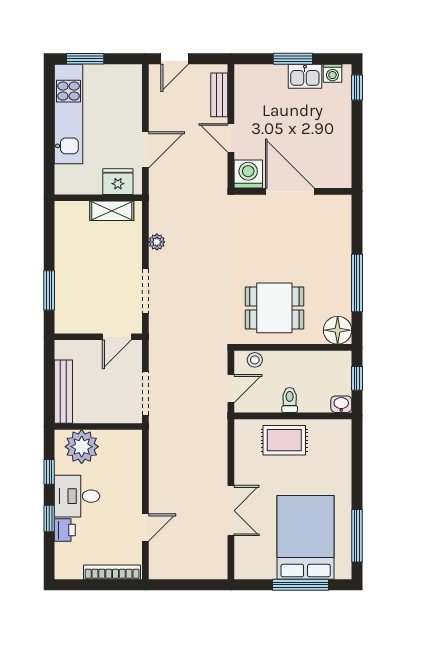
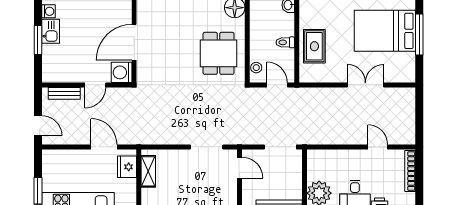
plant: (157, 242) -> (171, 139), removed

